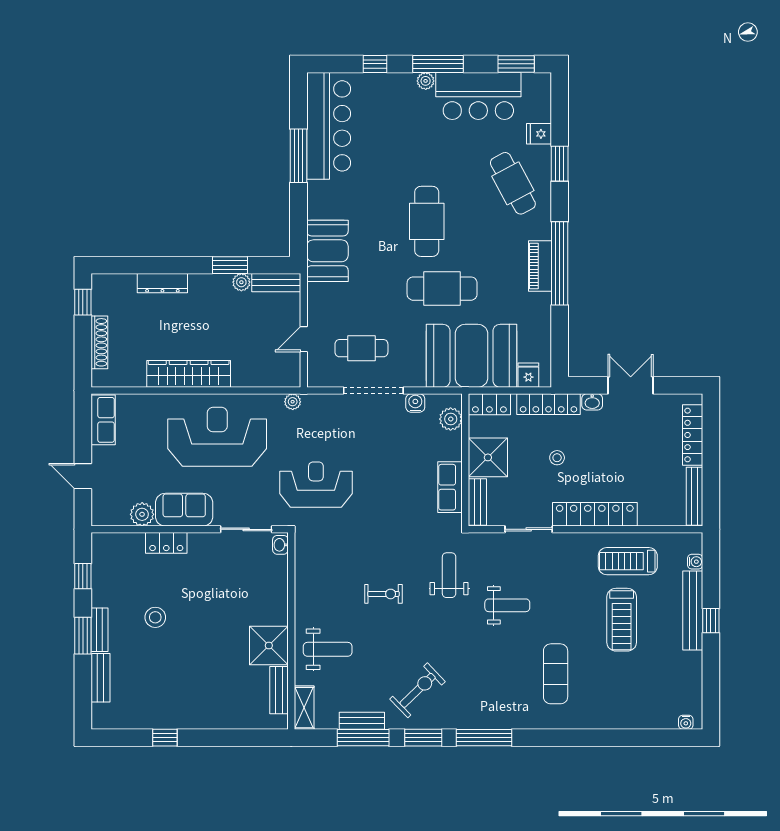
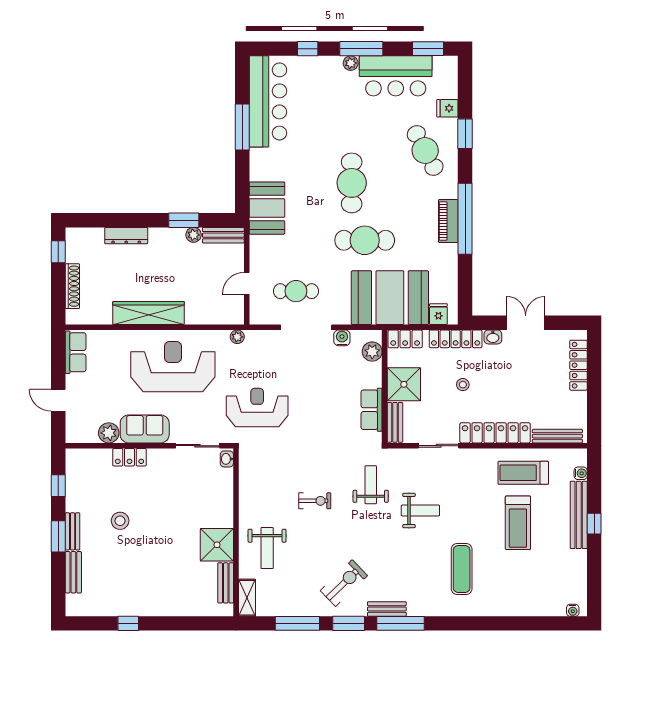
bench: (694, 496) -> (557, 436), moved, turned 90
weight bench: (328, 649) -> (267, 548), turned 90
bench: (362, 721) -> (387, 609), moved

